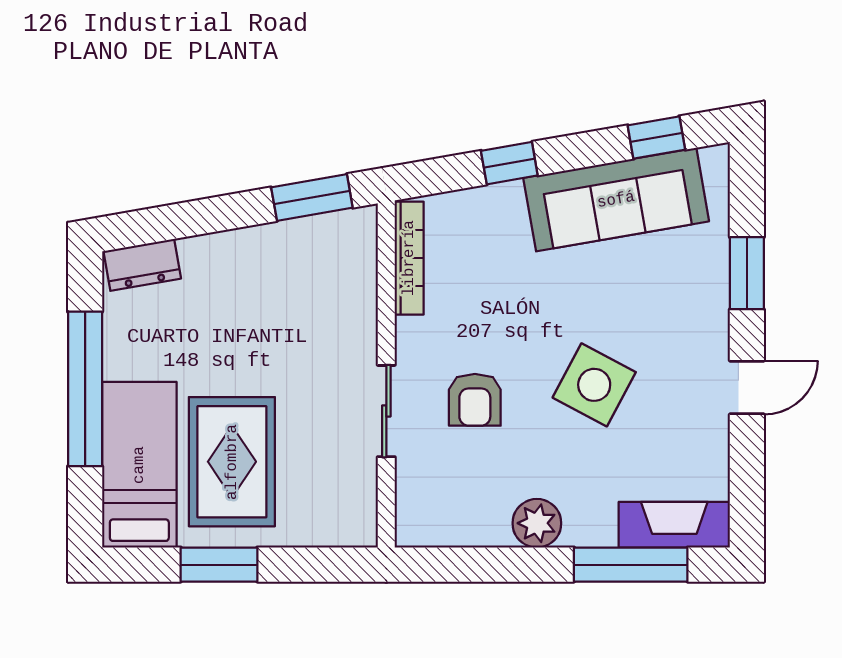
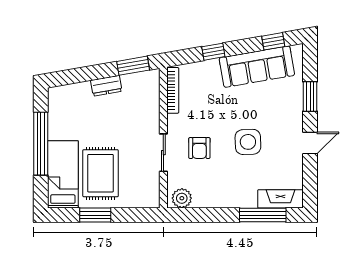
dresser: (142, 265) -> (106, 86), moved
side table: (594, 385) -> (248, 142), turned -30
plant: (537, 523) -> (182, 198), moved

